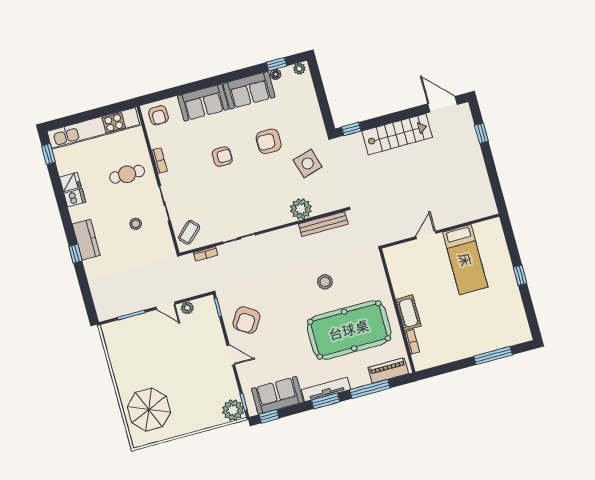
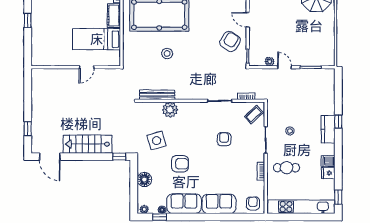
floor lamp: (310, 108) -> (144, 180), added
armchair: (222, 157) -> (224, 139), moved, turned 90
bed: (465, 260) -> (97, 39), moved, turned -90

